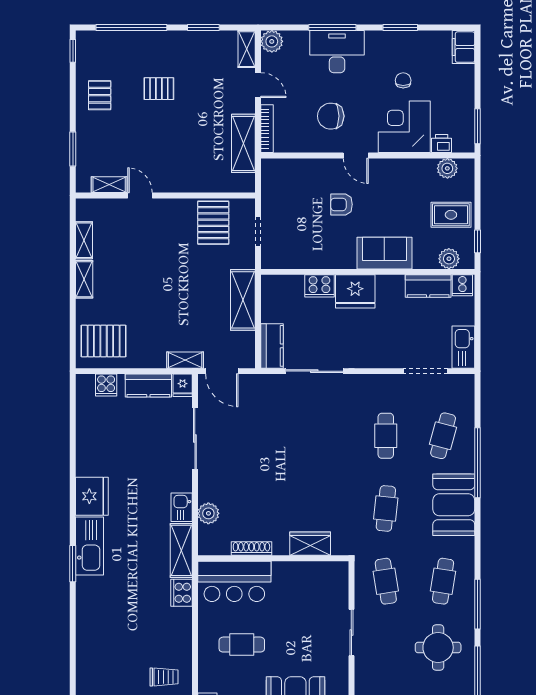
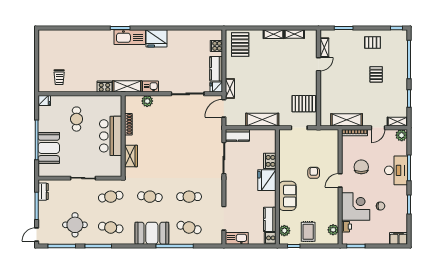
bar counter: (234, 581) -> (111, 136), moved

